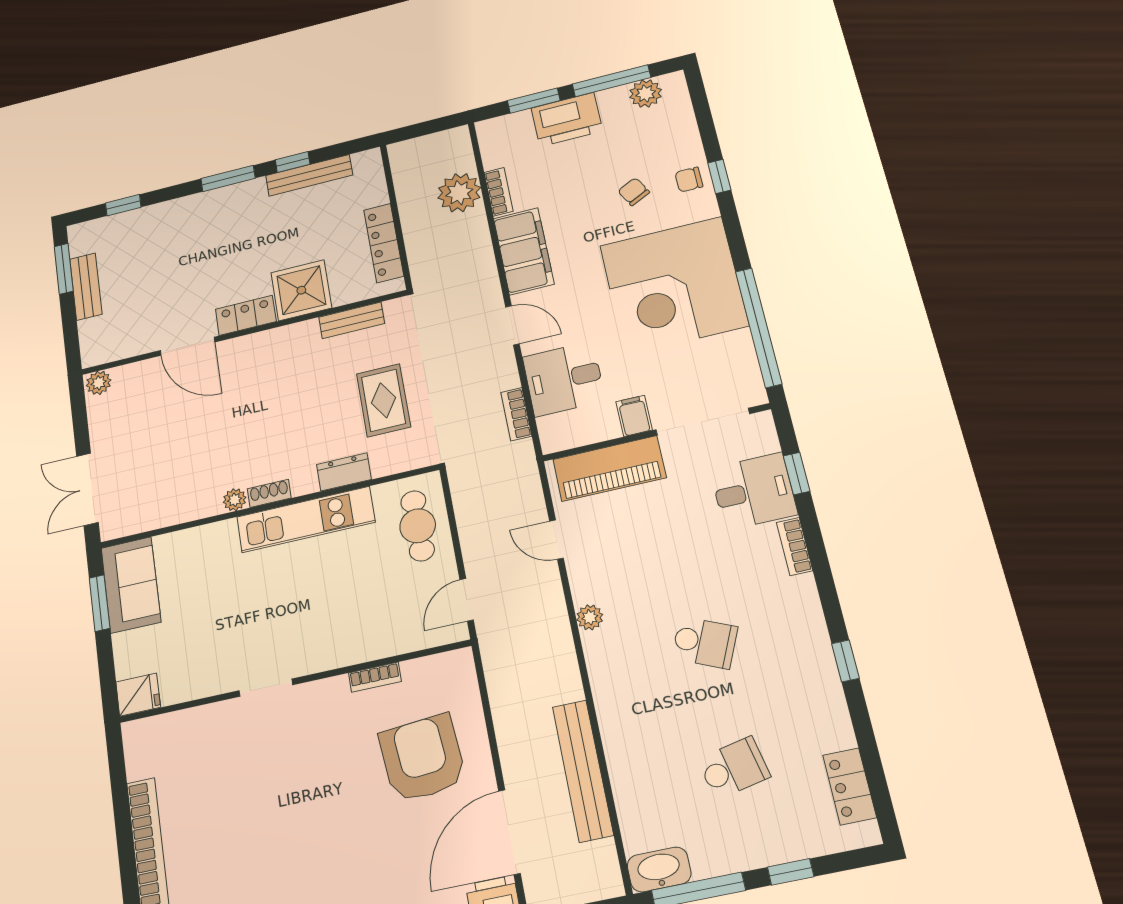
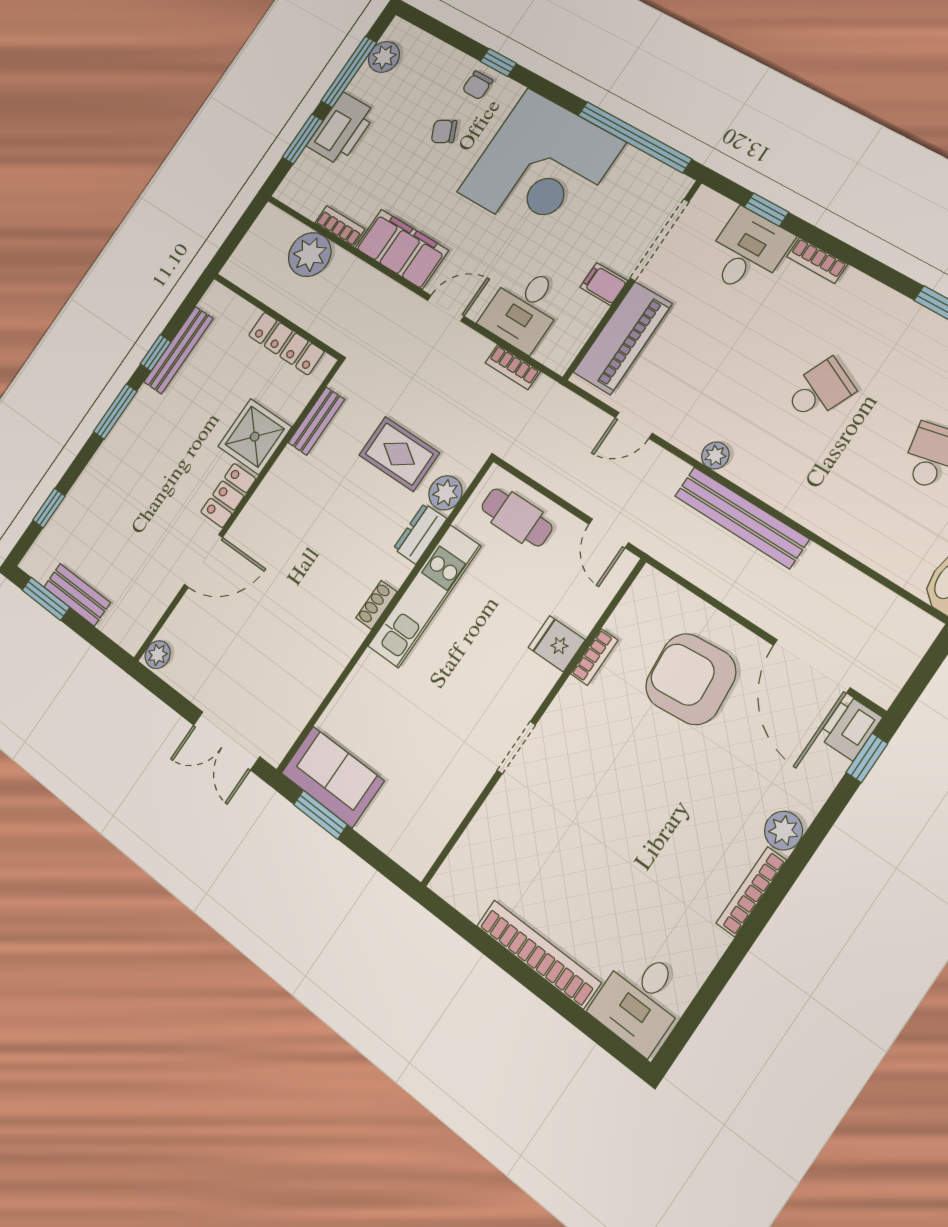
plant: (235, 500) -> (445, 493), moved, width x1.38, depth x1.38
fridge: (138, 695) -> (557, 644), moved, turned -90
bench: (583, 770) -> (741, 517), moved

